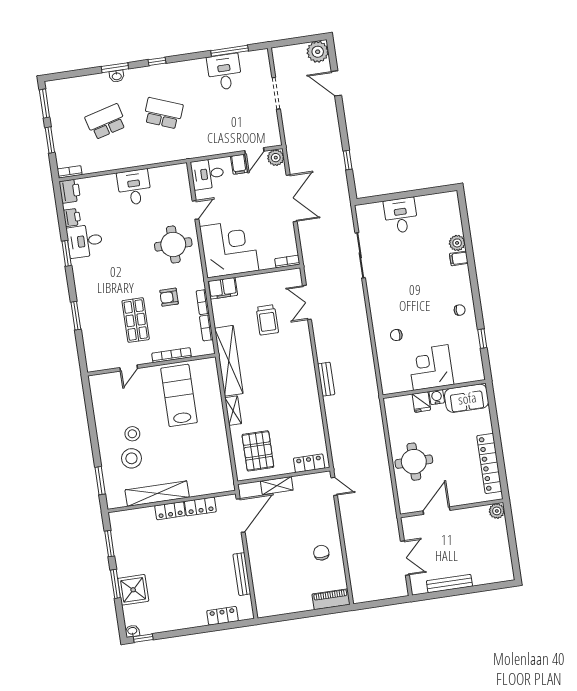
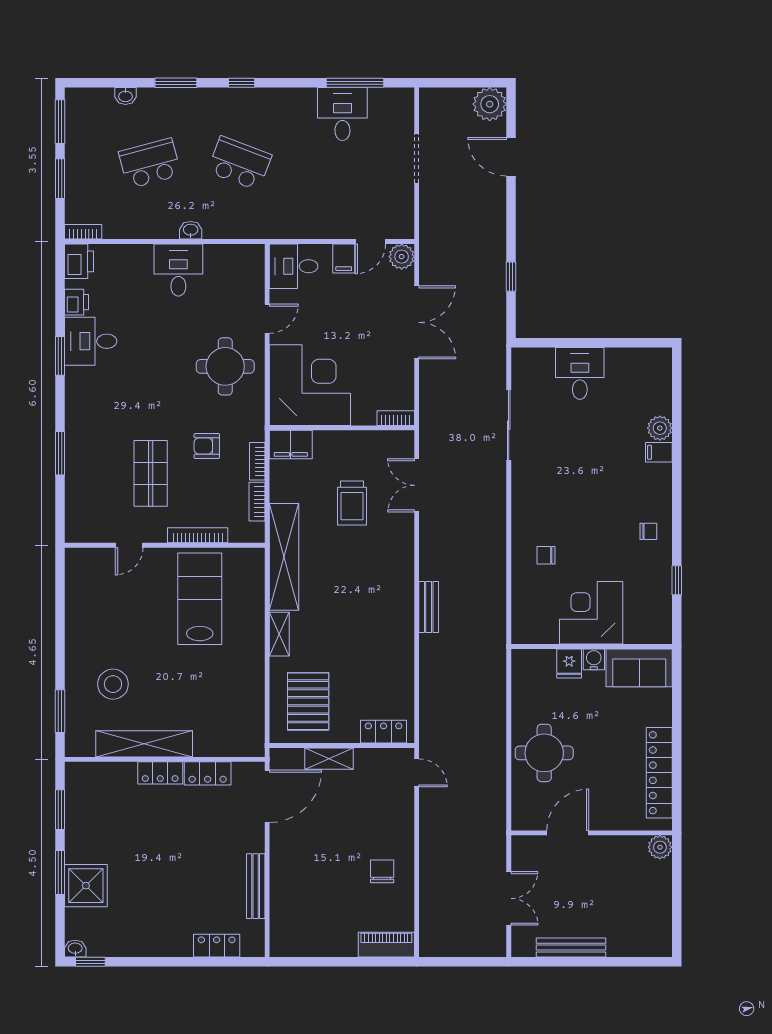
washbasin: (117, 76) -> (125, 96), moved
washbasin: (138, 161) -> (191, 230), added
stool: (132, 434) -> (120, 647), removed

